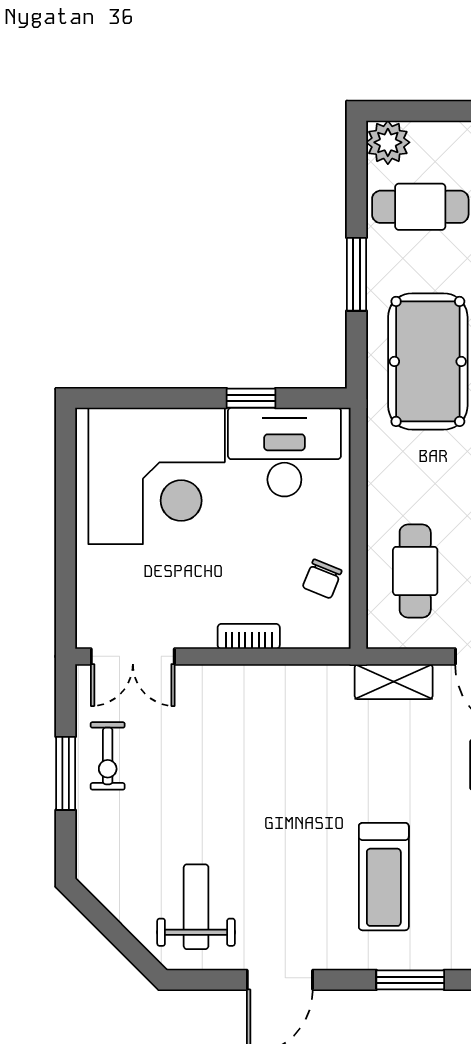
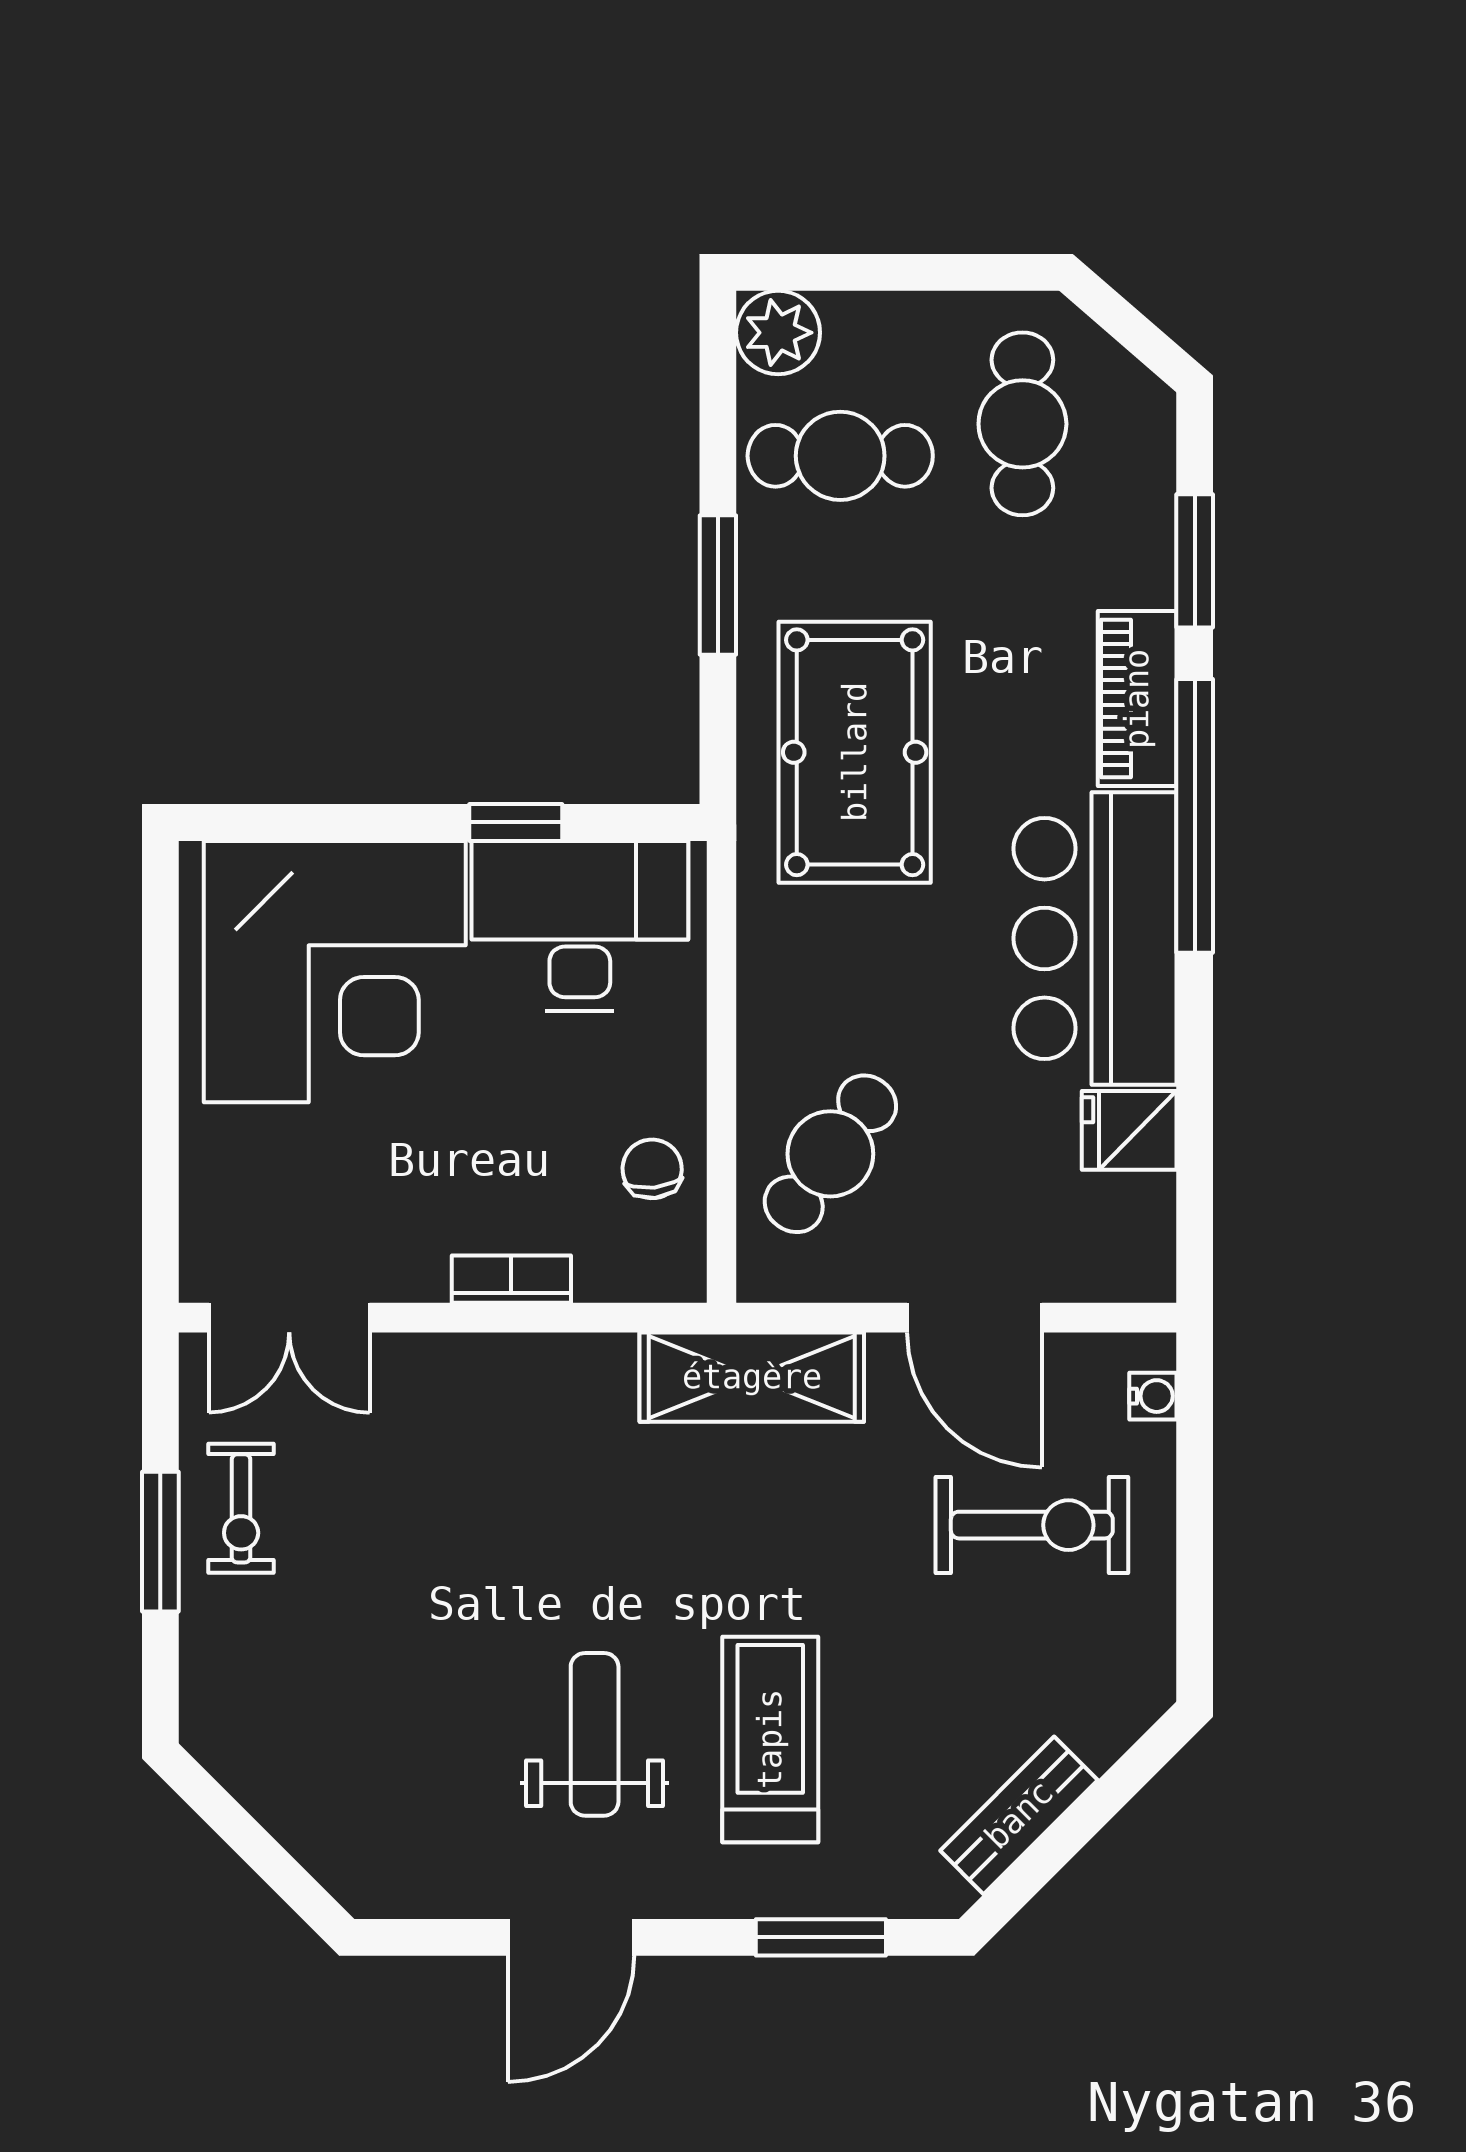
cafe table: (415, 571) -> (830, 1154), turned 36
chair: (322, 579) -> (652, 1169), turned 152
shelving: (394, 682) -> (752, 1377), width x1.50, depth x1.33
treadmill: (384, 877) -> (770, 1739), turned 180
weight bench: (196, 907) -> (595, 1734), moved

